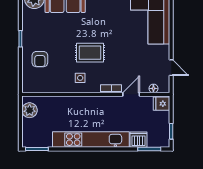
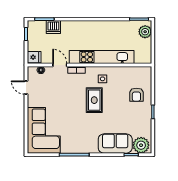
rug: (90, 53) -> (94, 100), turned 90
armchair: (40, 59) -> (136, 95), turned 180
door: (131, 94) -> (60, 65), swing flipped
plant: (30, 110) -> (145, 32), moved
kitchen unit: (91, 140) -> (102, 57), moved, turned 180

